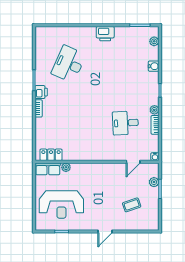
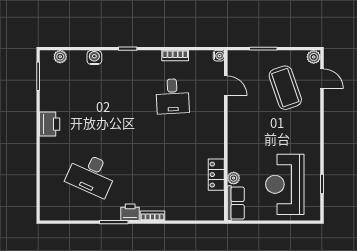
plant: (154, 110) -> (154, 56), removed
locker: (51, 155) -> (216, 175), moved
plant: (154, 182) -> (314, 57), moved
reception desk: (61, 205) -> (285, 184), turned 180
coffee table: (132, 205) -> (285, 88), width x1.86, depth x1.72
door: (105, 232) -> (322, 79), moved

